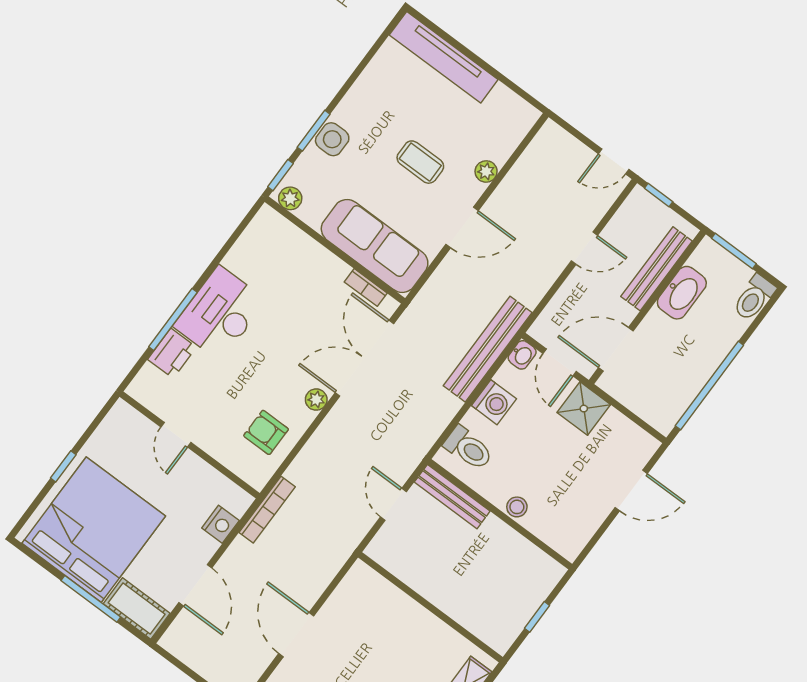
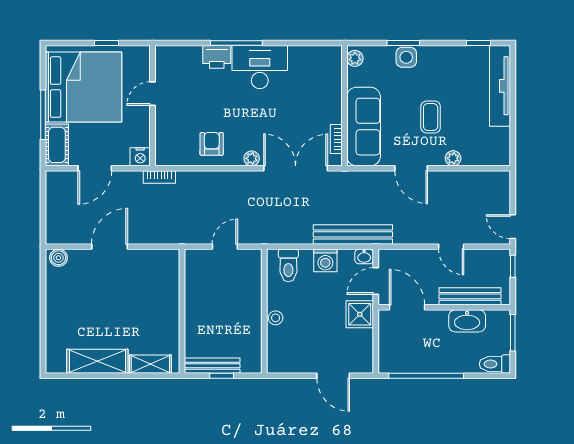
window: (280, 175) -> (478, 43), moved
door: (176, 435) -> (153, 94), moved
wall: (190, 445) -> (153, 106), moved
bench: (452, 497) -> (212, 366), moved, turned 90
bookcase: (267, 510) -> (159, 177), width x0.64

